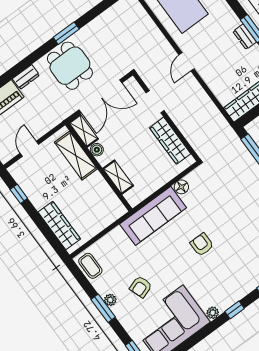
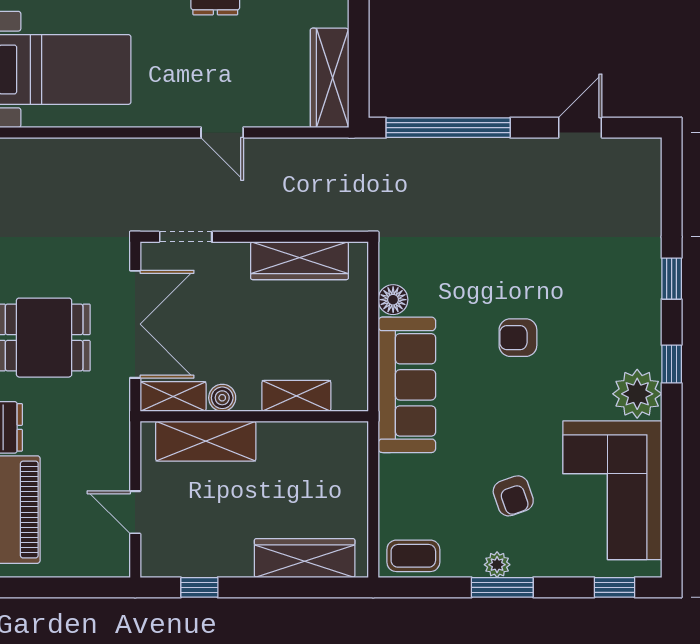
door: (187, 62) -> (222, 133), moved
doorway: (155, 102) -> (186, 237), moved
plant: (213, 313) -> (637, 394), width x1.87, depth x1.87

